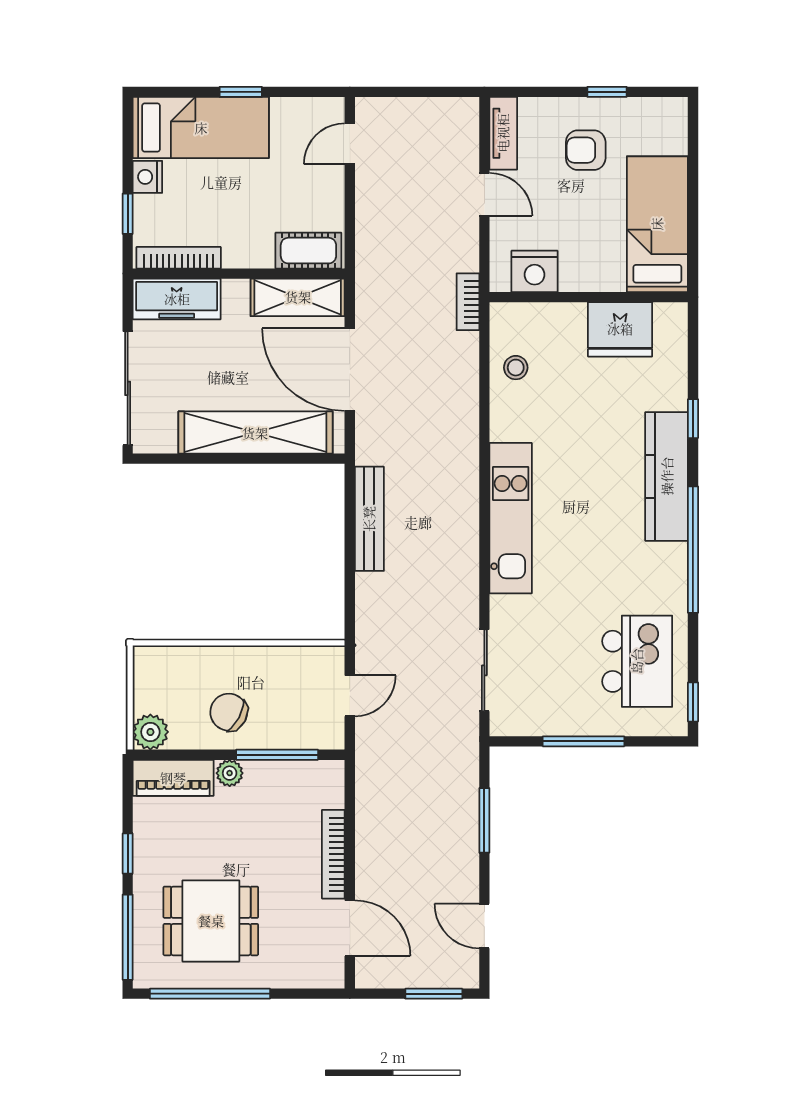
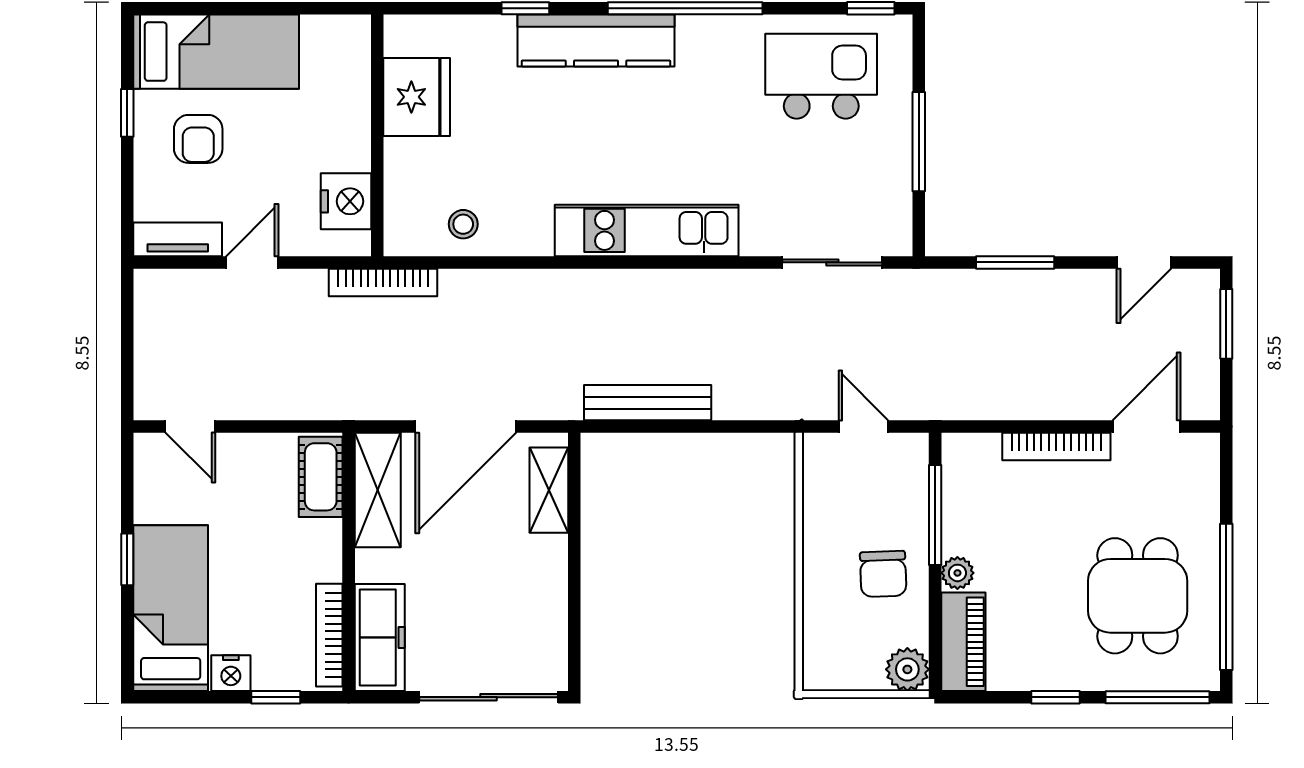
bed: (657, 224) -> (216, 52), moved, turned 180
bookcase: (468, 302) -> (383, 282), width x1.56
shelving: (255, 433) -> (549, 490), width x0.45, depth x0.75
chair: (229, 712) -> (883, 574), turned -30

